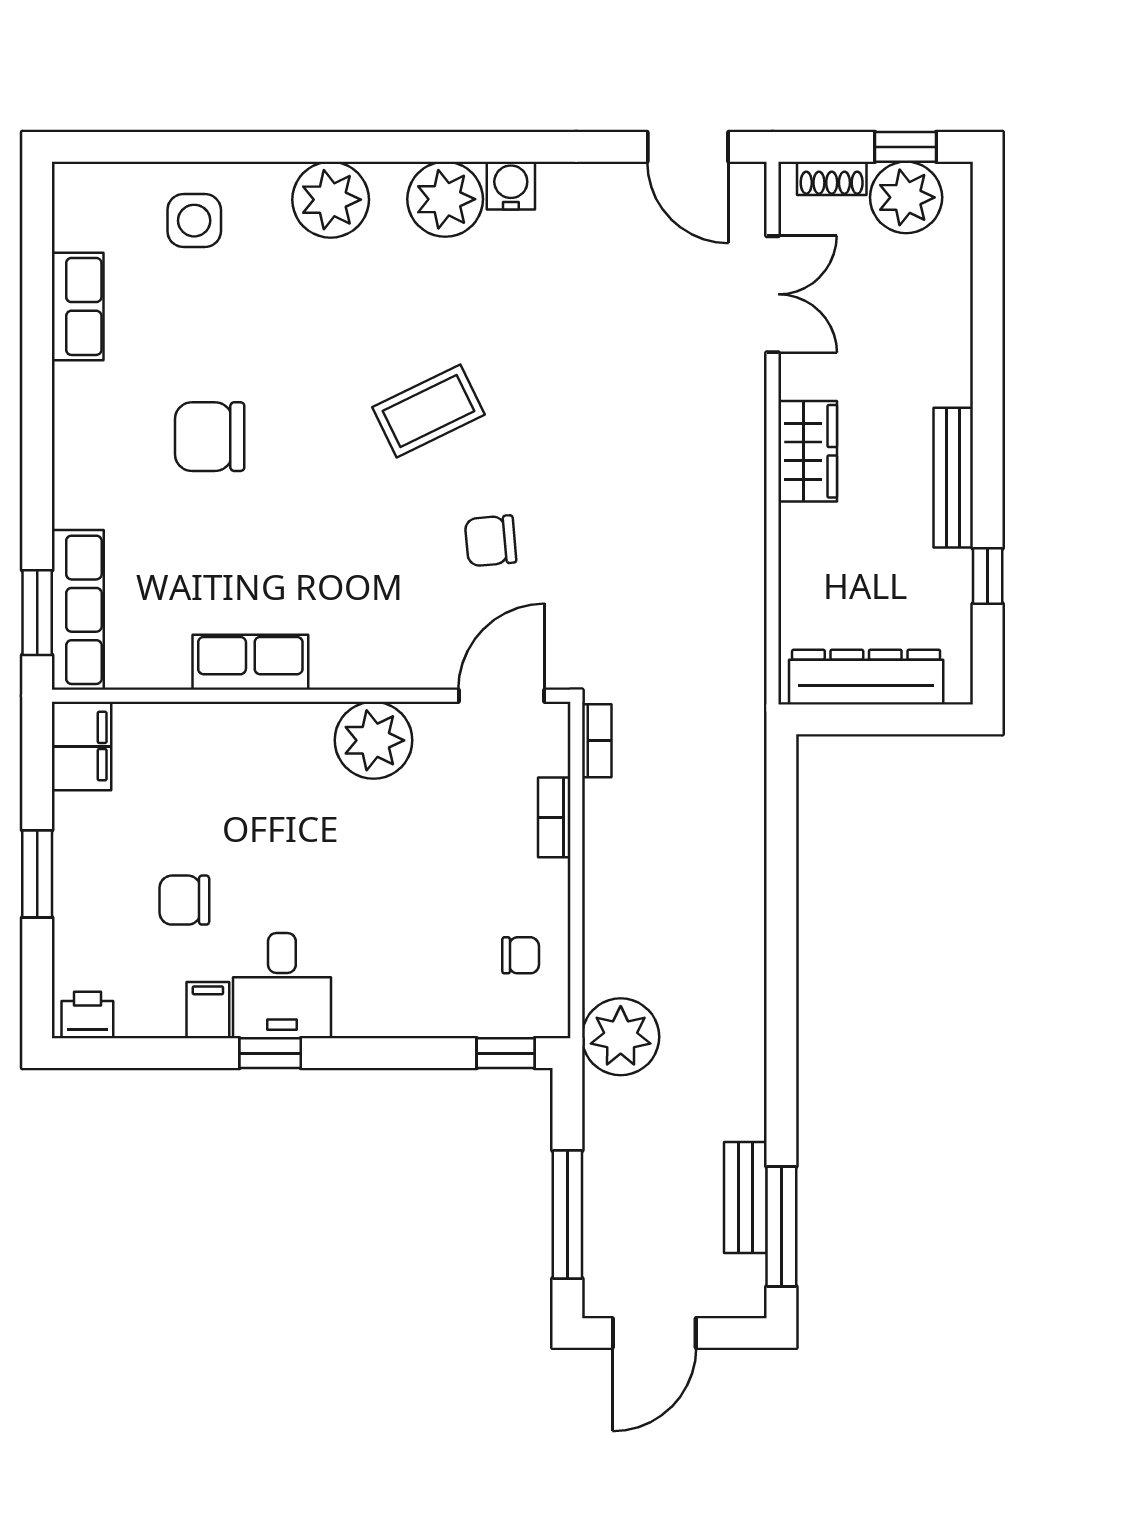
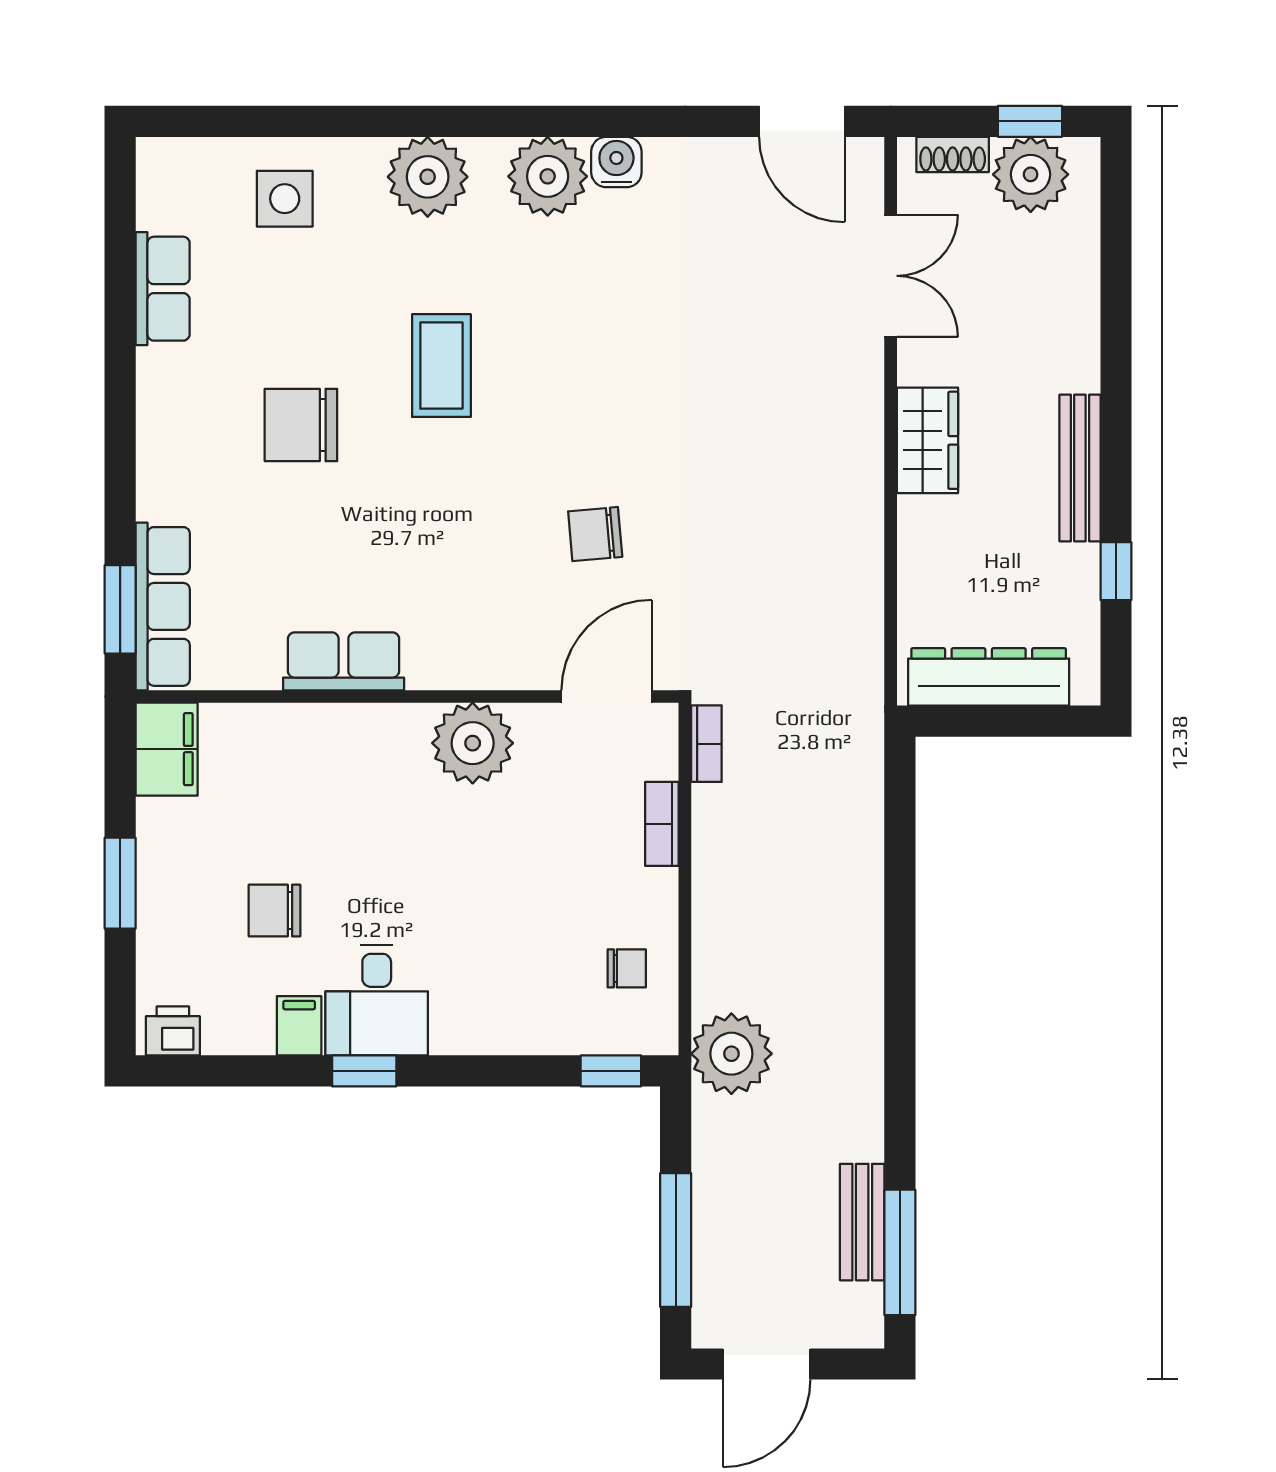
coffee table: (428, 411) -> (441, 366), moved, turned -64

